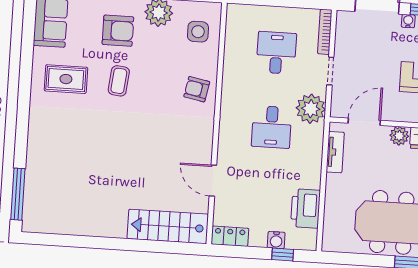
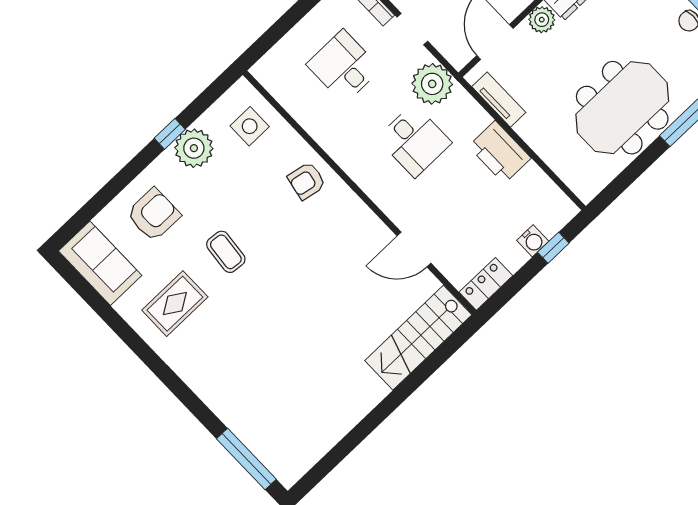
armchair: (118, 31) -> (154, 215), moved
printer: (305, 208) -> (500, 152), moved

